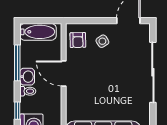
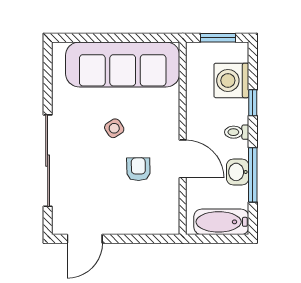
armchair: (78, 40) -> (138, 169), moved
side table: (102, 41) -> (114, 128), moved
washbasin: (27, 77) -> (238, 172), moved

